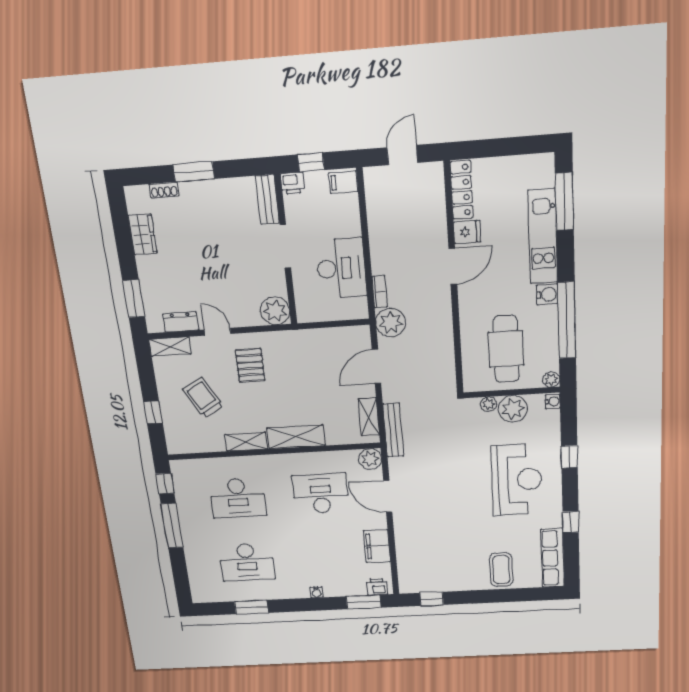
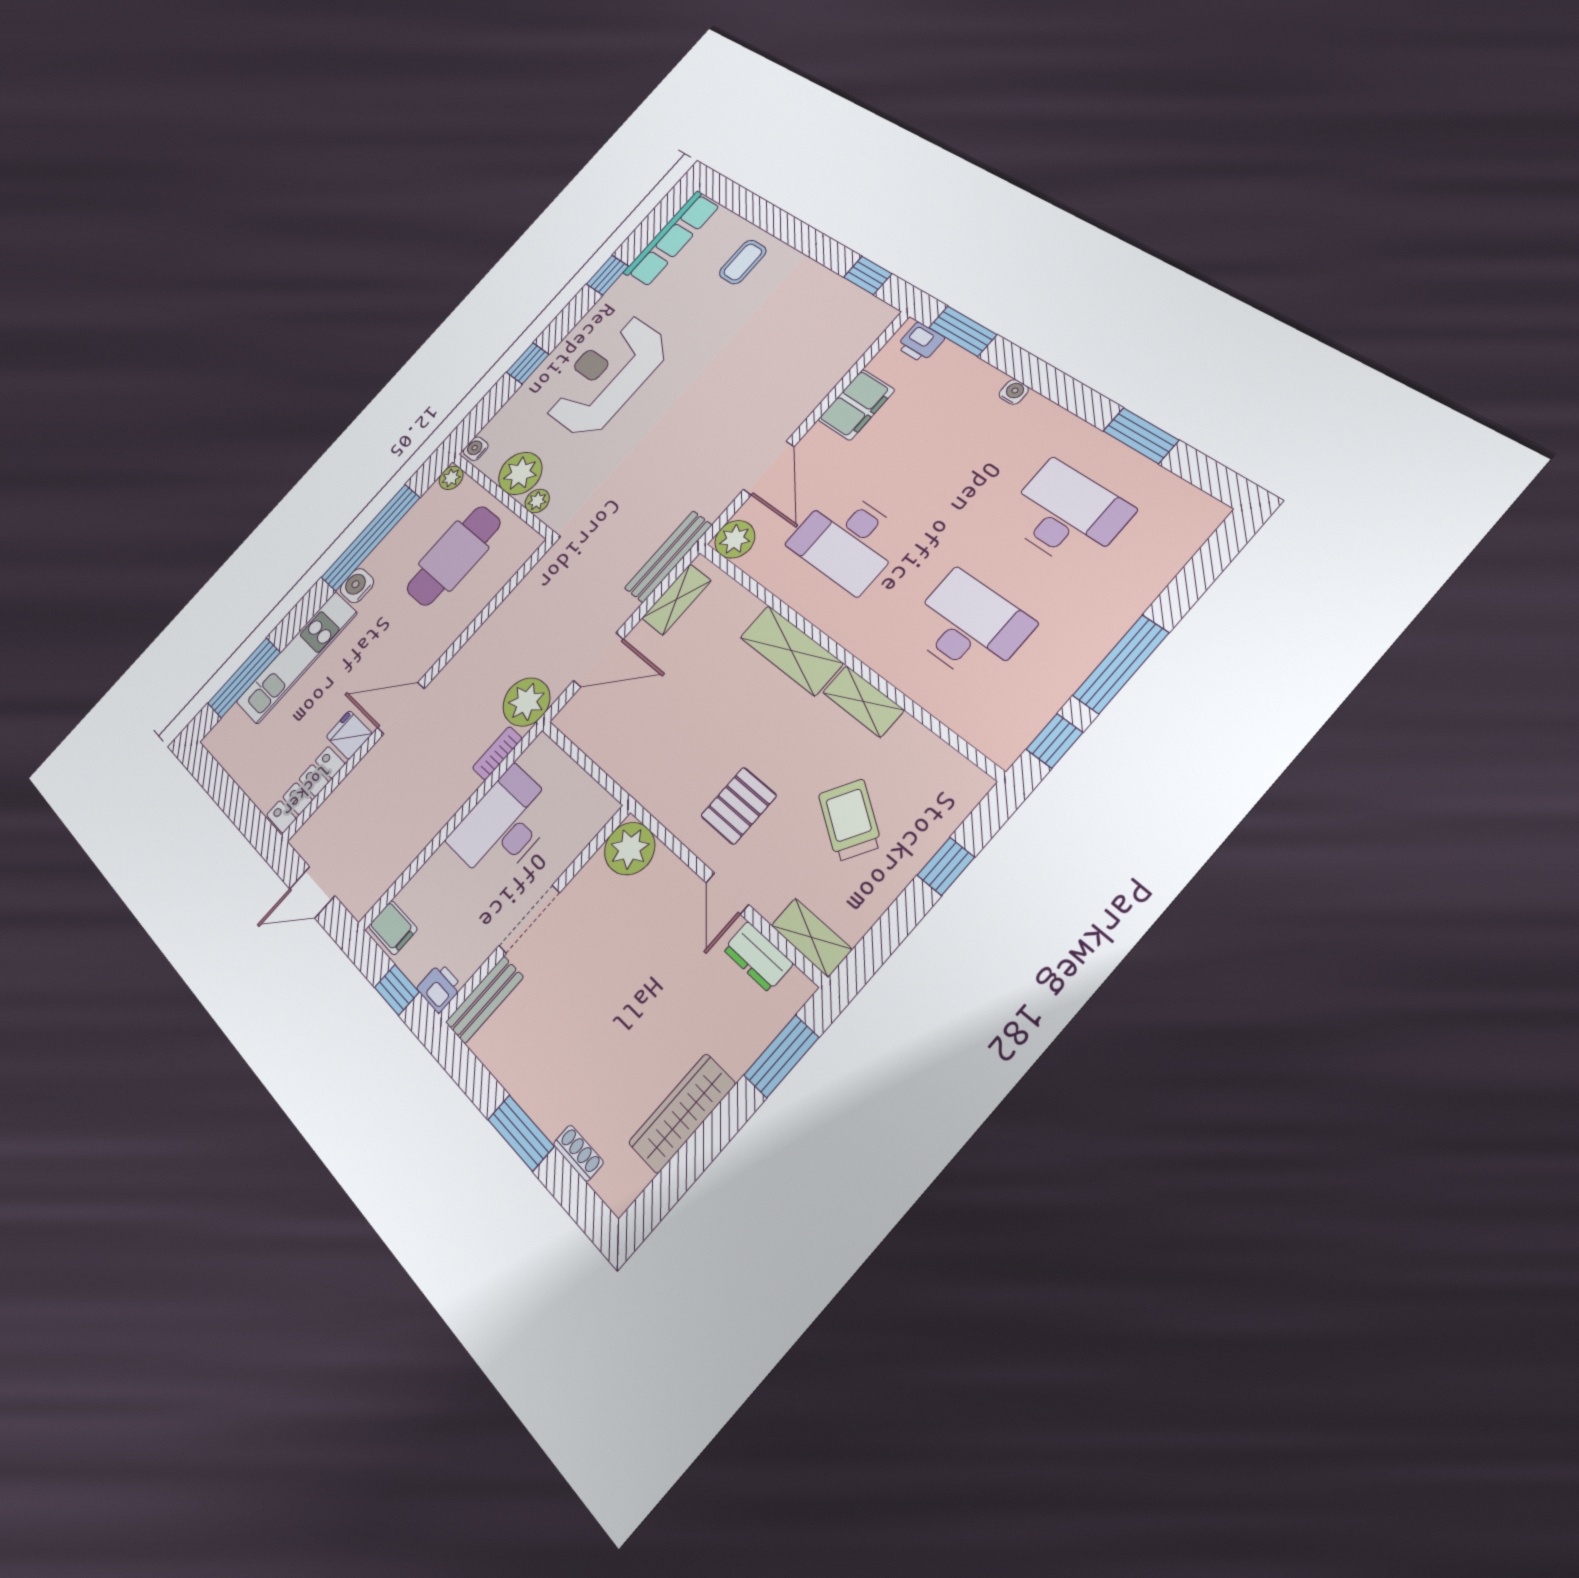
wardrobe: (143, 234) -> (682, 1113), width x1.50
trolley: (203, 398) -> (850, 820), turned 151
coffee table: (501, 570) -> (743, 262), width x0.73, depth x0.77

